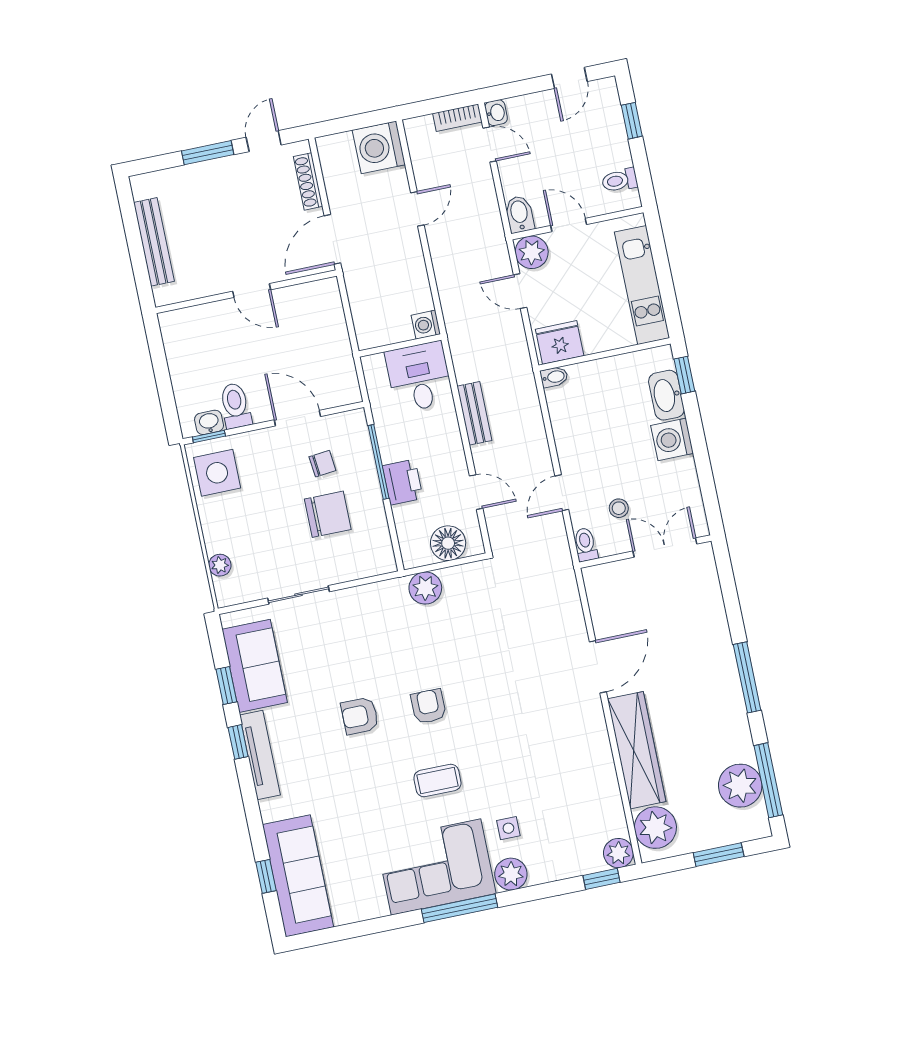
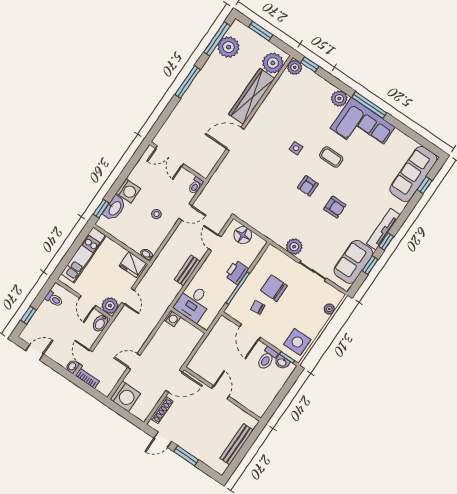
stool: (619, 508) -> (156, 214), moved
plant: (425, 588) -> (294, 247), moved
side table: (508, 828) -> (296, 148), moved

